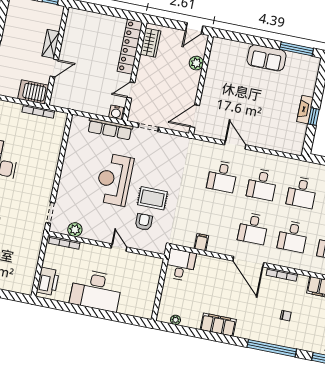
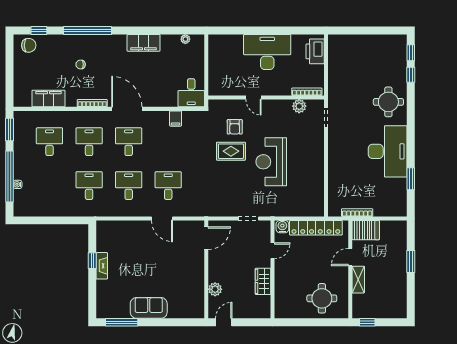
round table: (91, 32) -> (322, 298), added
wardrobe: (150, 43) -> (263, 281), moved
locker: (130, 47) -> (316, 228), moved, turned 90
row of seats: (110, 129) -> (285, 210), removed
reception desk: (114, 180) -> (271, 162), turned 180

